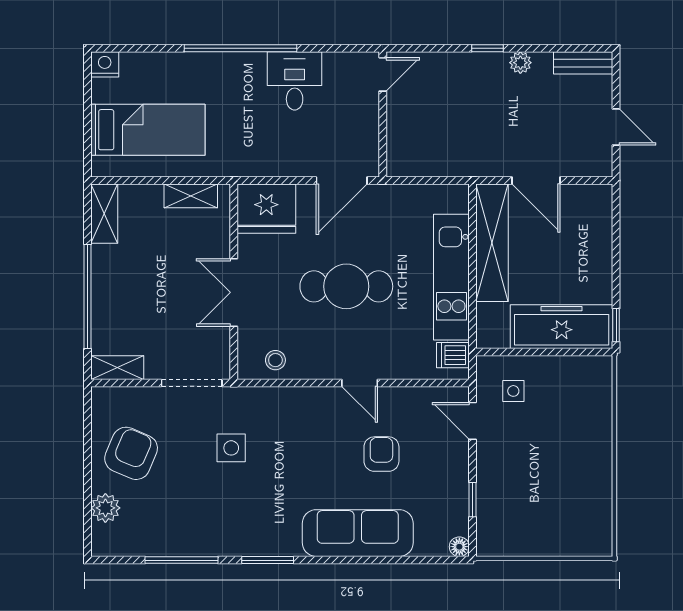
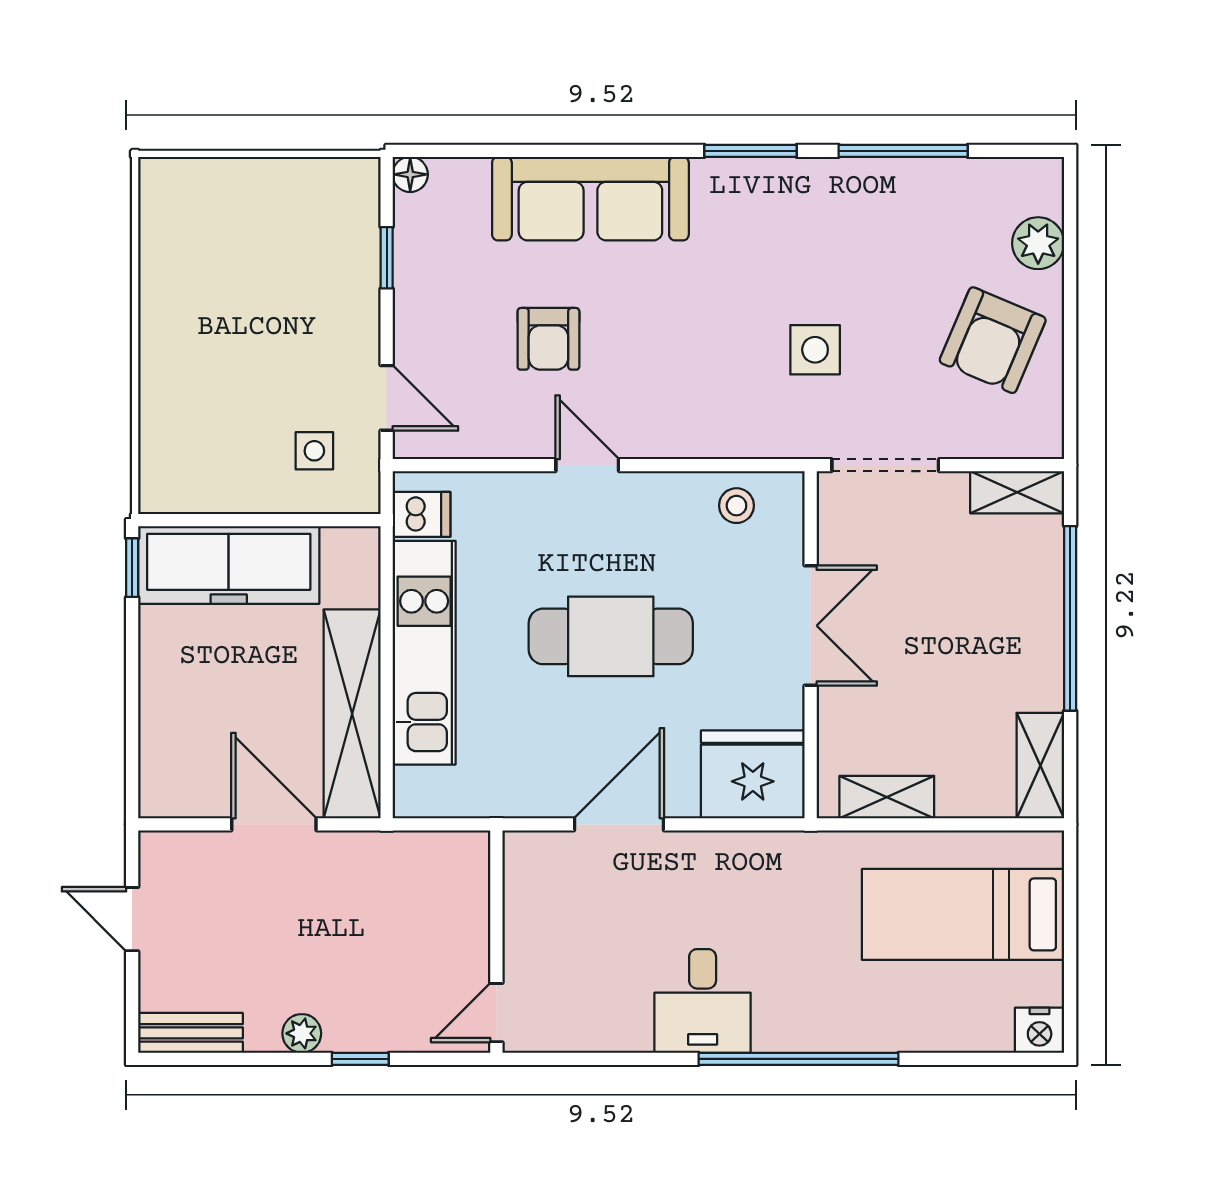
door: (383, 74) -> (496, 1013), moved
wall: (383, 114) -> (496, 942), moved

